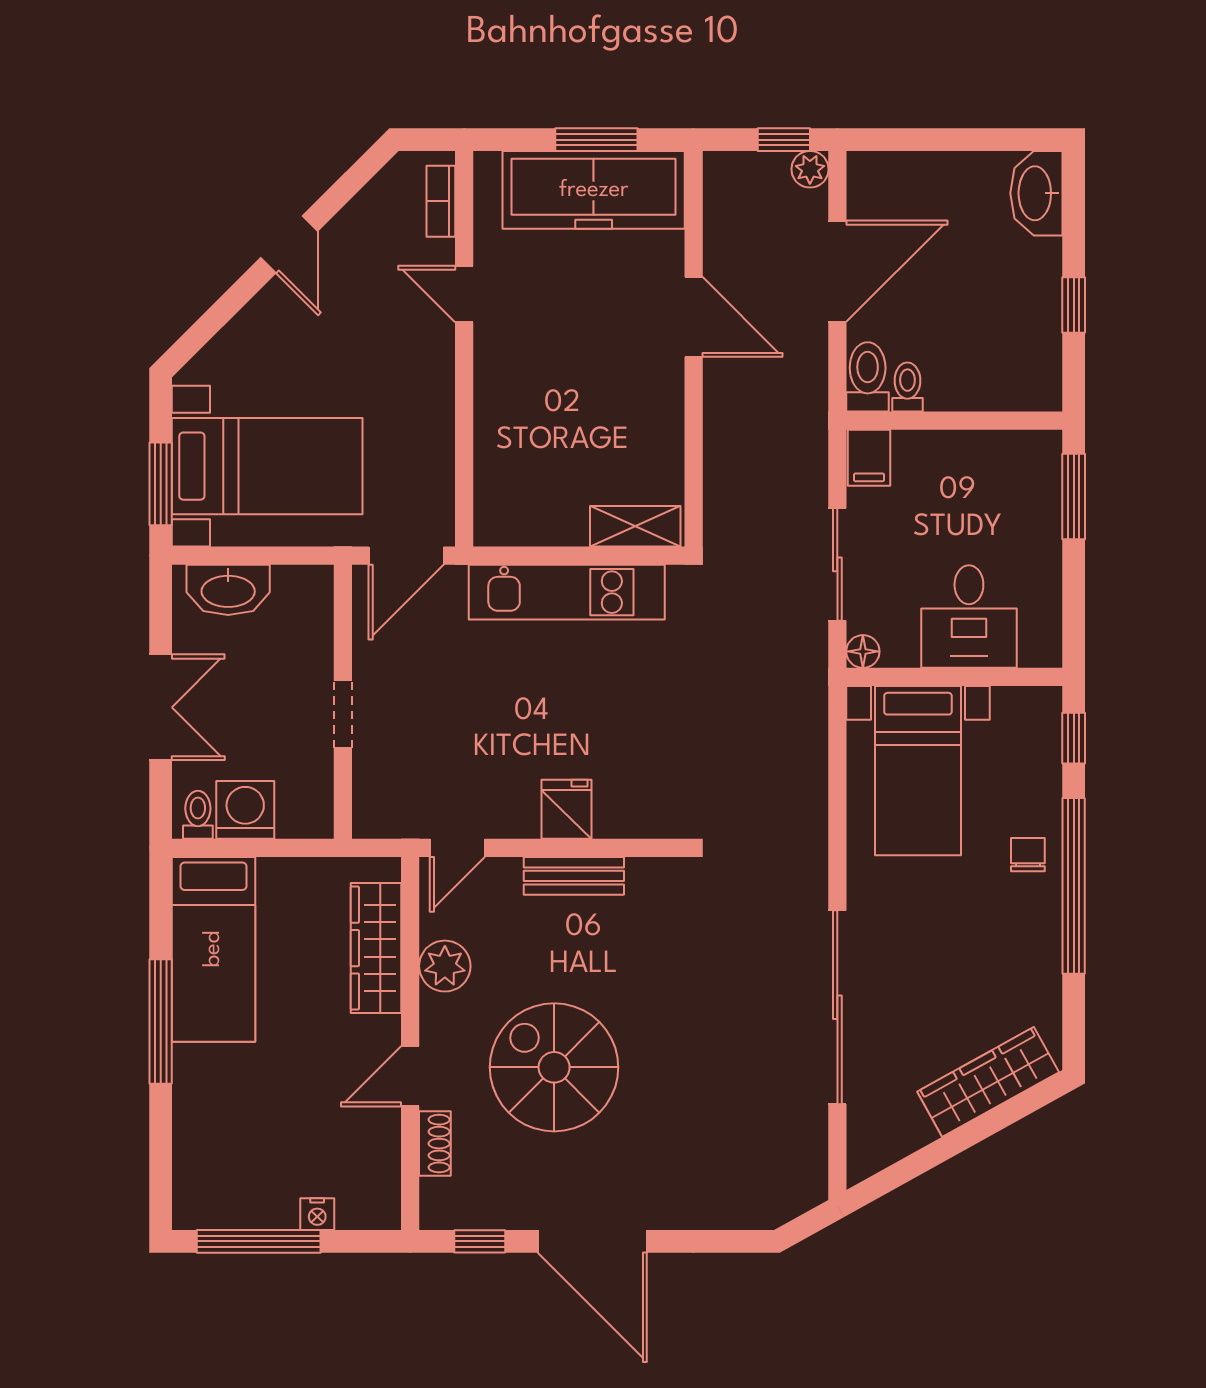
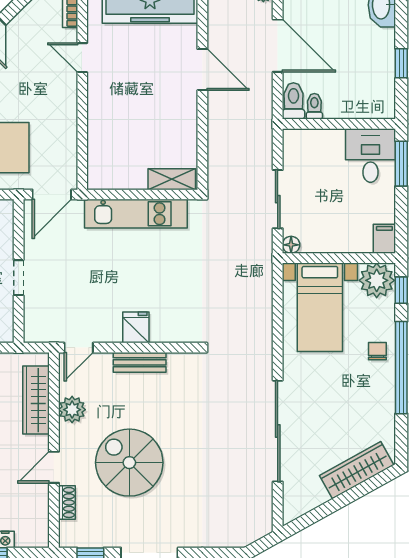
door: (837, 271) -> (278, 46), hinge flipped
filing cabinet: (869, 458) -> (384, 239), moved, turned 180
desk: (969, 617) -> (371, 155), moved, turned 180
plant: (1027, 719) -> (377, 280), added

